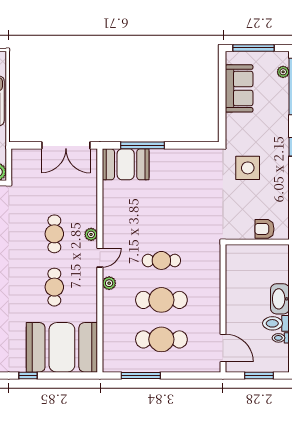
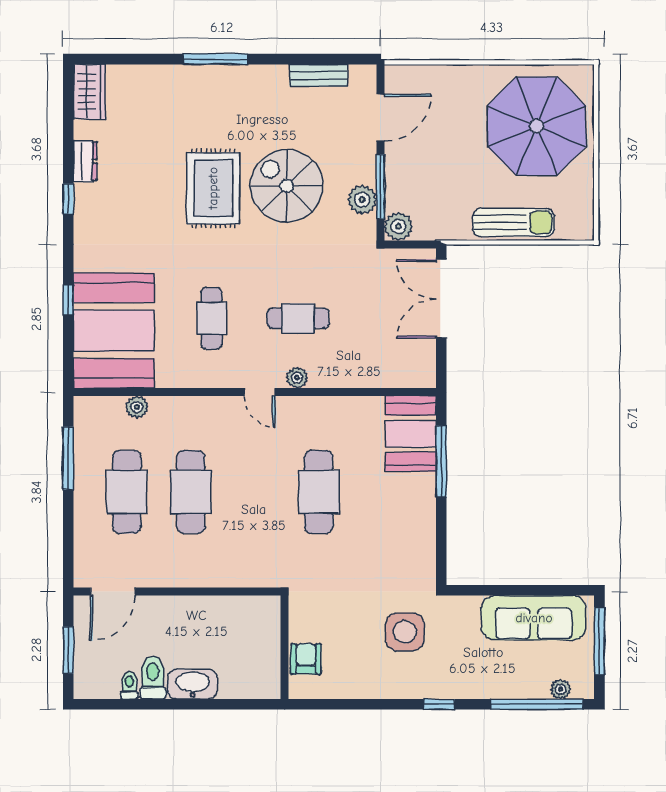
sofa: (239, 88) -> (534, 618), width x1.36
double door: (66, 145) -> (441, 299), moved
cafe table: (161, 260) -> (319, 492), moved, width x1.37, depth x1.35
plant: (109, 283) -> (137, 407), moved
cafe table: (54, 287) -> (212, 318), turned 90
window: (28, 376) -> (68, 300), moved

